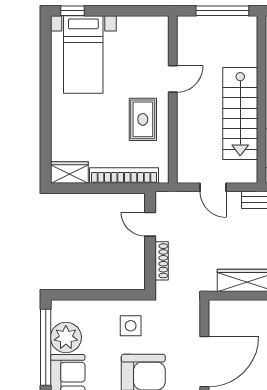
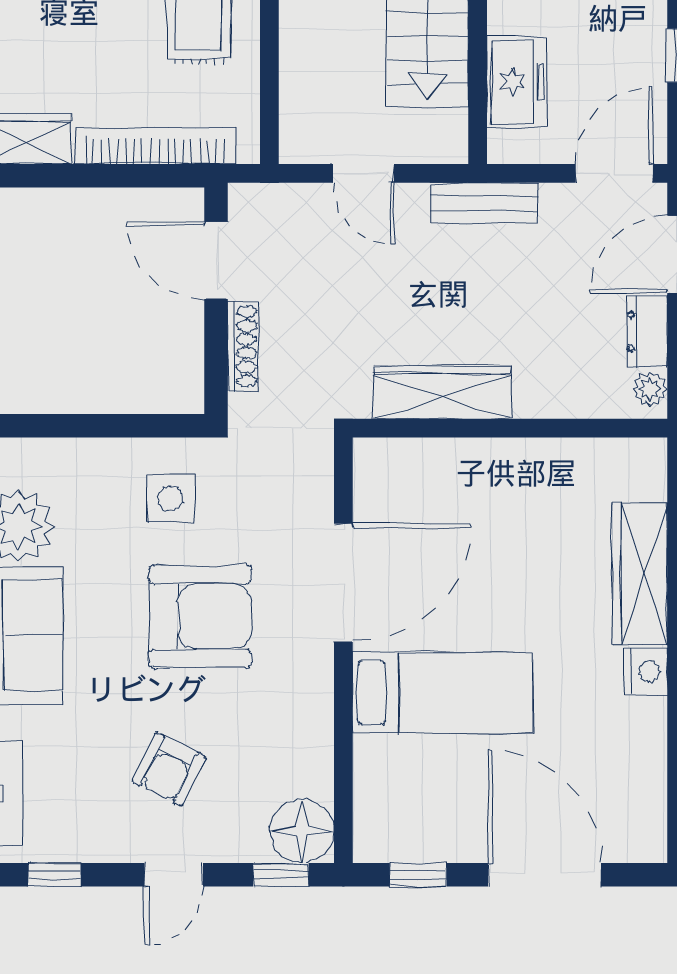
door: (150, 224) -> (216, 260), width x1.38

